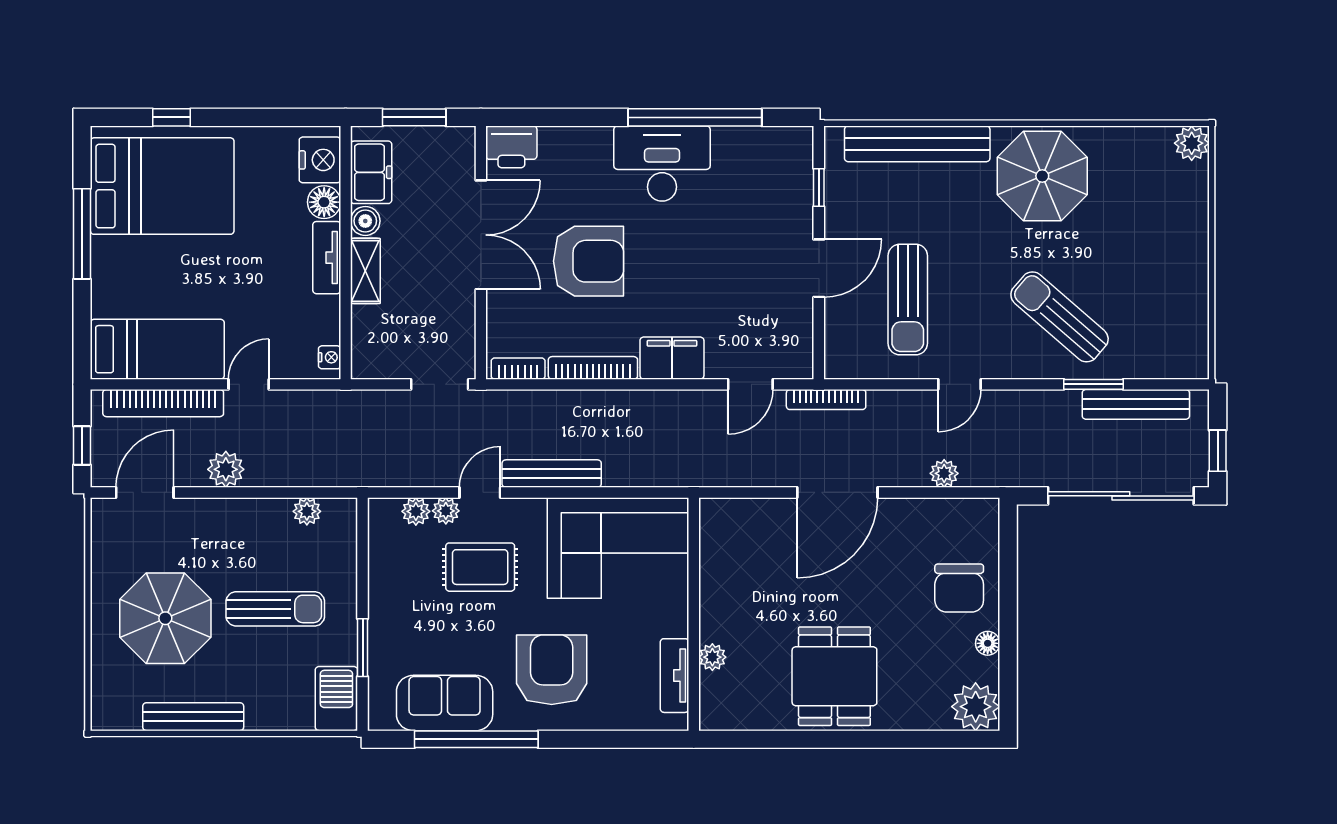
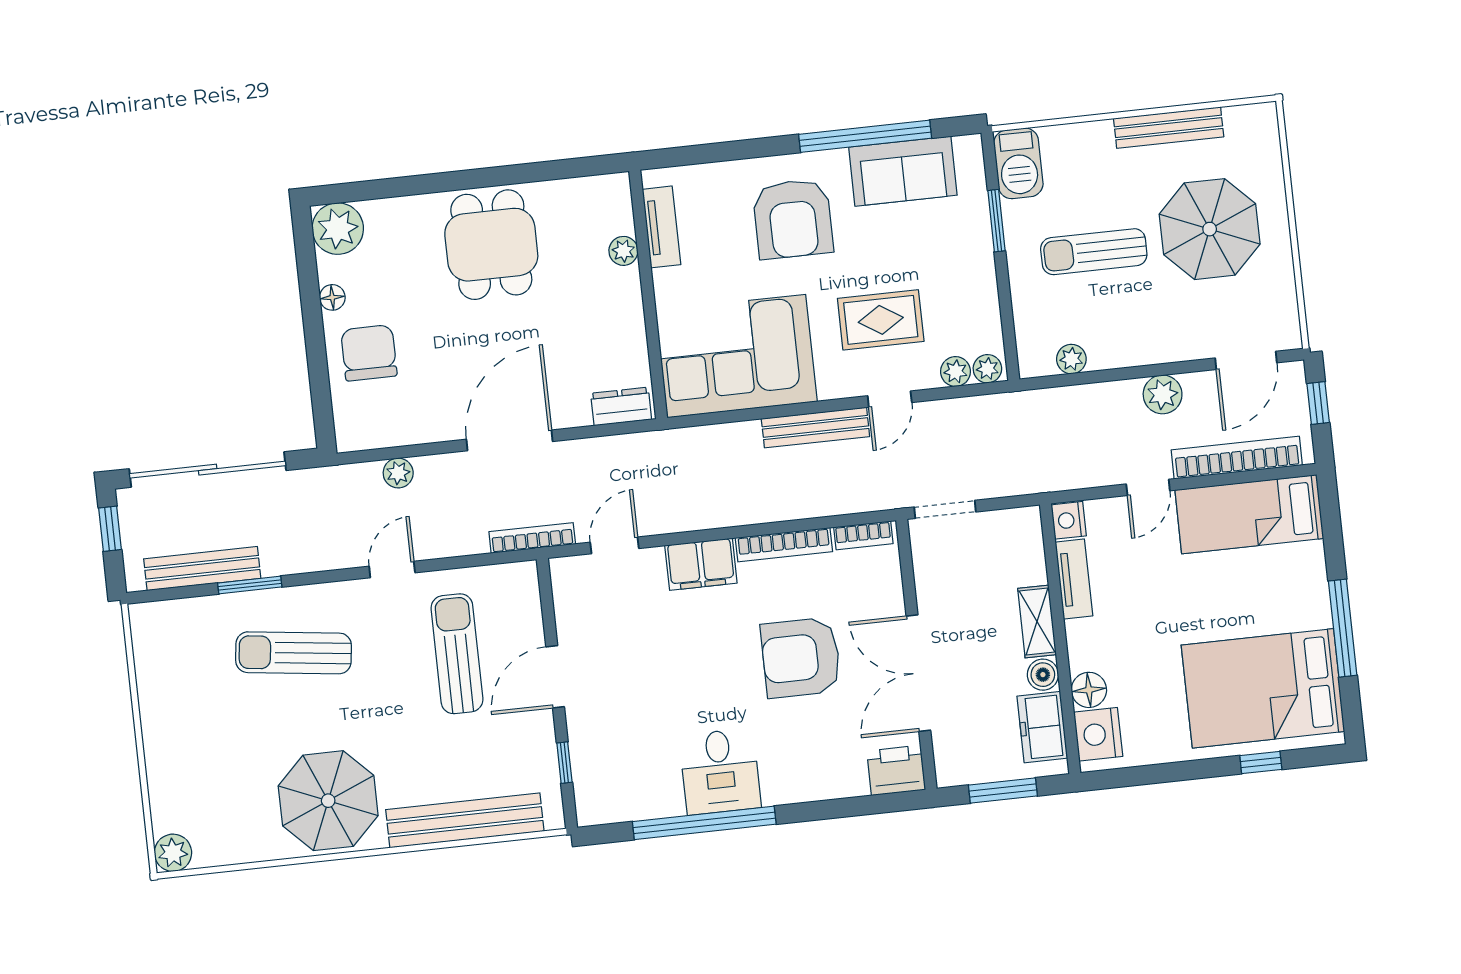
desk: (662, 164) -> (720, 772), width x0.73
tv unit: (327, 258) -> (1074, 579), moved
sun lounger: (1060, 317) -> (294, 653), turned 146
nightstand: (330, 357) -> (1069, 520), width x1.39, depth x1.35
plant: (446, 511) -> (987, 369), moved
dresser: (730, 513) -> (621, 406), added

